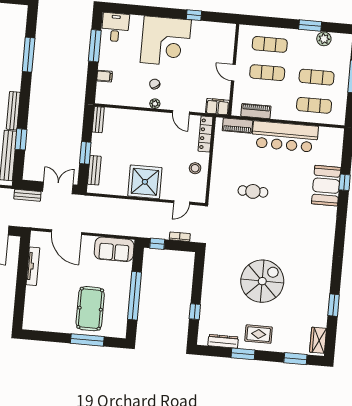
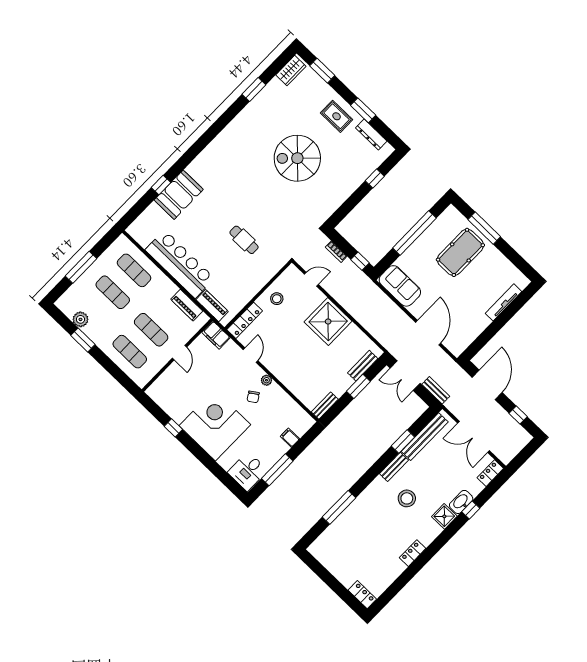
bench: (13, 111) -> (394, 467), width x0.73
tv unit: (33, 266) -> (504, 302), moved

